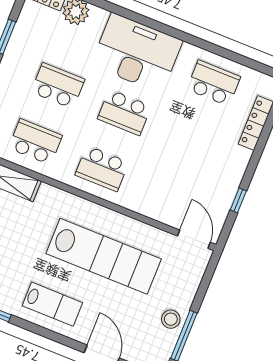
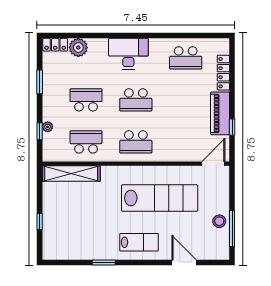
desk: (137, 53) -> (128, 54), width x0.73, depth x0.77
school desk: (214, 83) -> (186, 58), turned 180
piano: (230, 176) -> (220, 113), added
door: (194, 239) -> (213, 164), hinge flipped

